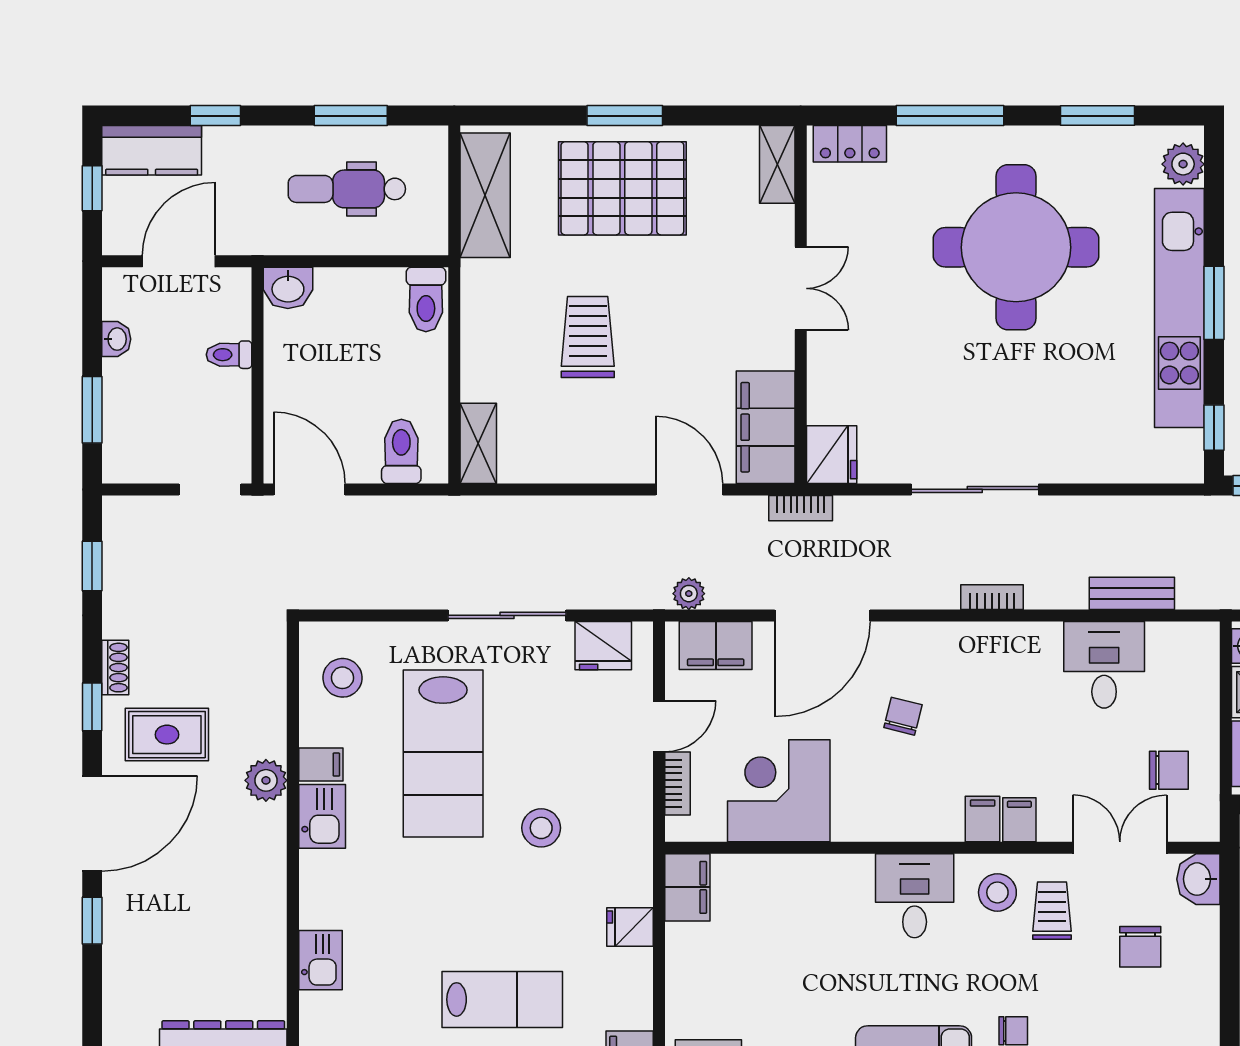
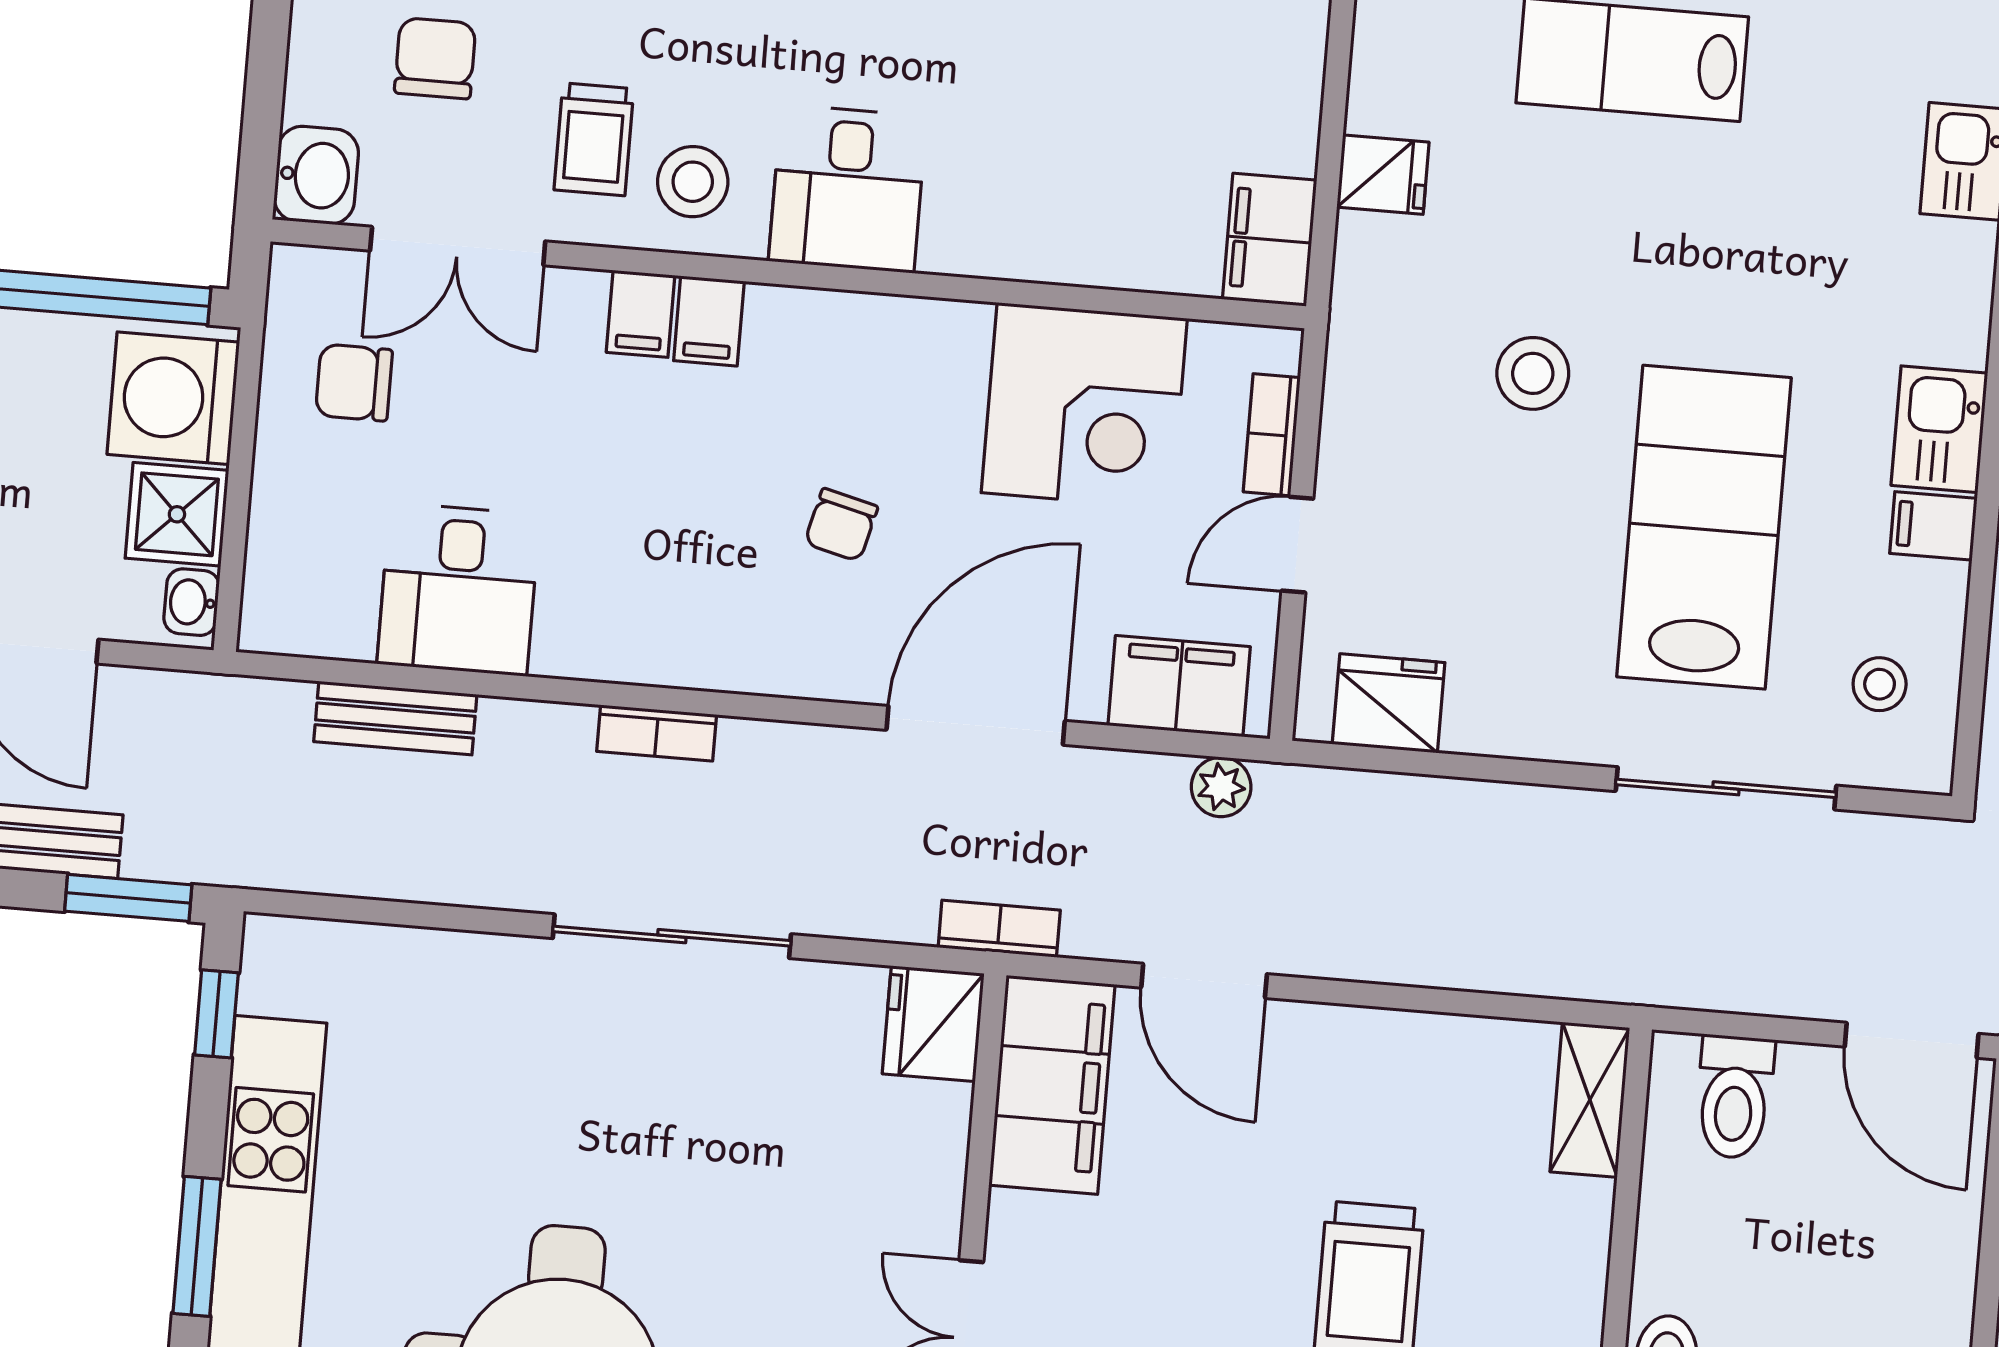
sliding door: (507, 615) -> (1726, 788), moved
stool: (342, 678) -> (1880, 684), width x0.73, depth x0.73

